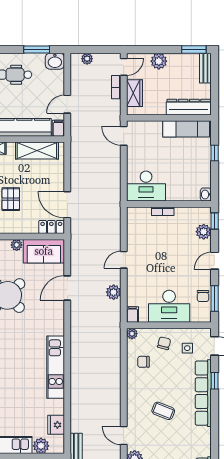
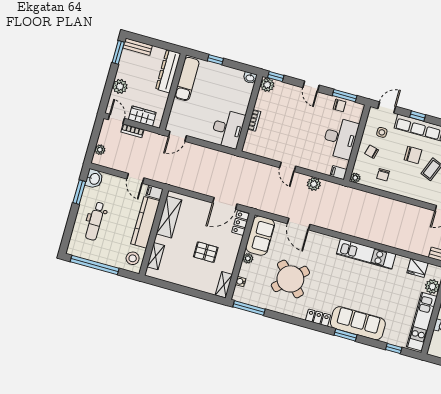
plant: (204, 232) -> (267, 85), moved
chair: (173, 387) -> (413, 155), added

